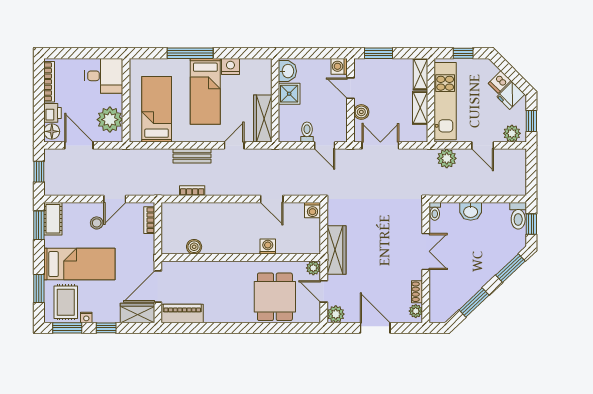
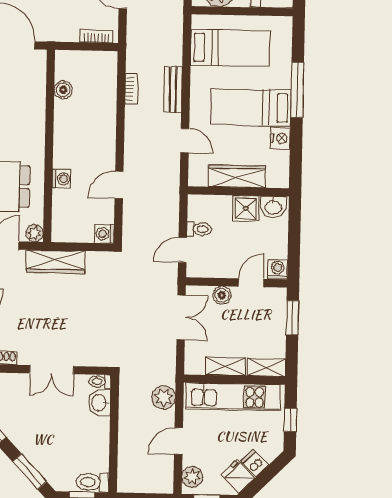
wardrobe: (263, 118) -> (237, 176), moved
washbasin: (471, 211) -> (99, 403), moved

